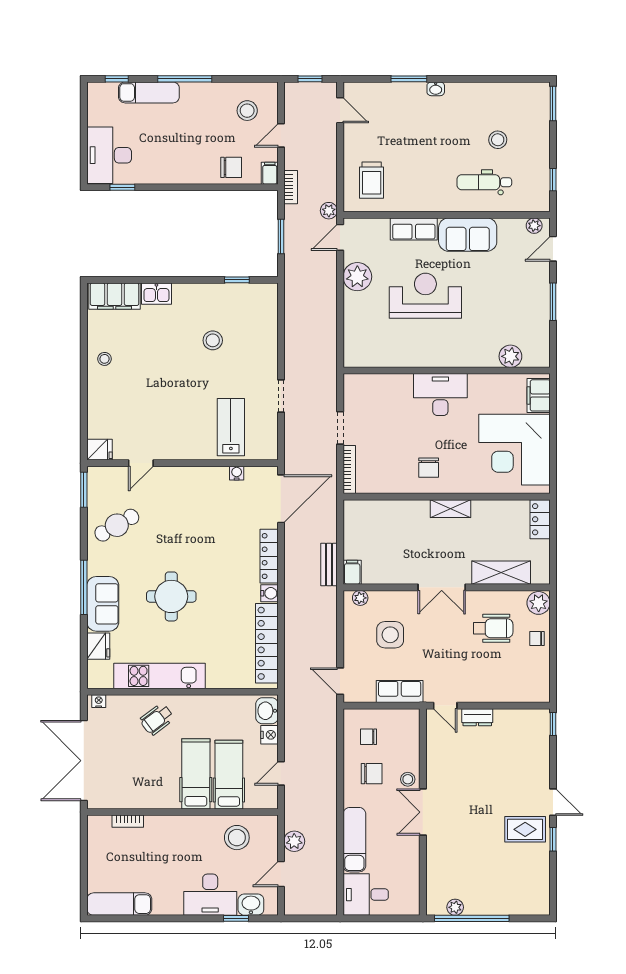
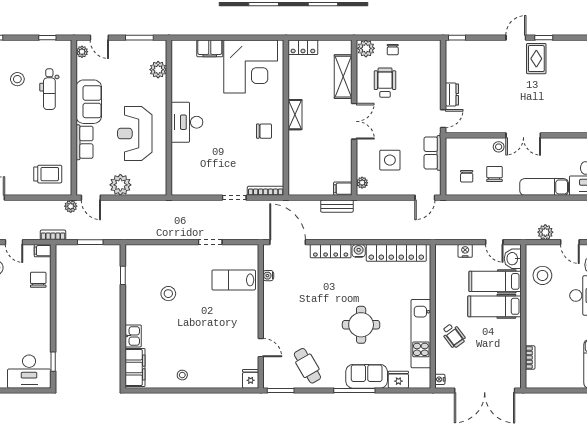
plant: (510, 356) -> (158, 70), moved
wall: (447, 371) -> (169, 118), moved
desk: (440, 395) -> (187, 122), moved
washbasin: (267, 711) -> (513, 259), moved, turned 90

